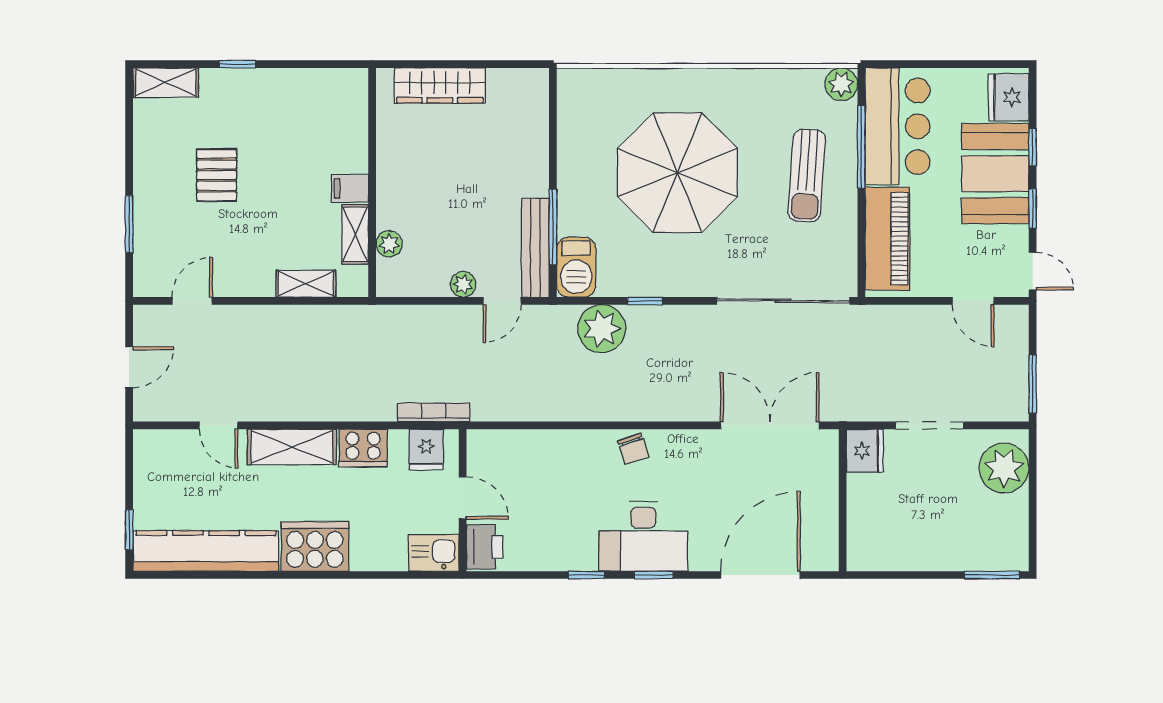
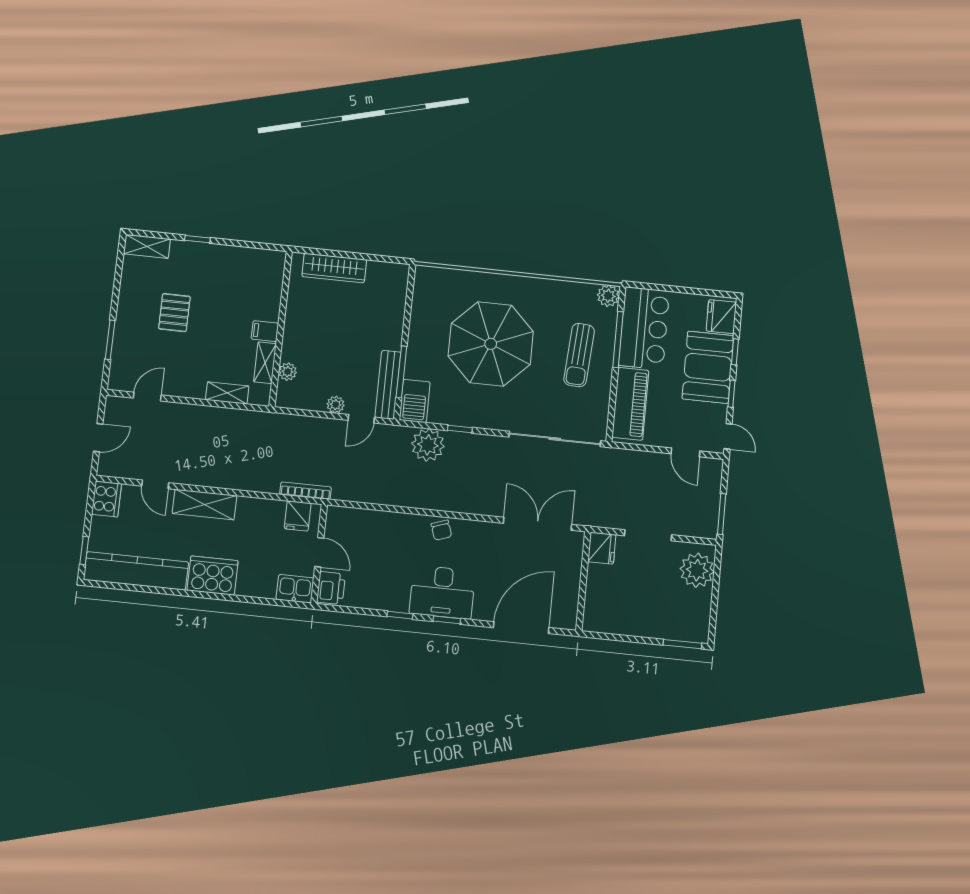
cooker: (363, 448) -> (106, 499), moved, turned -90

